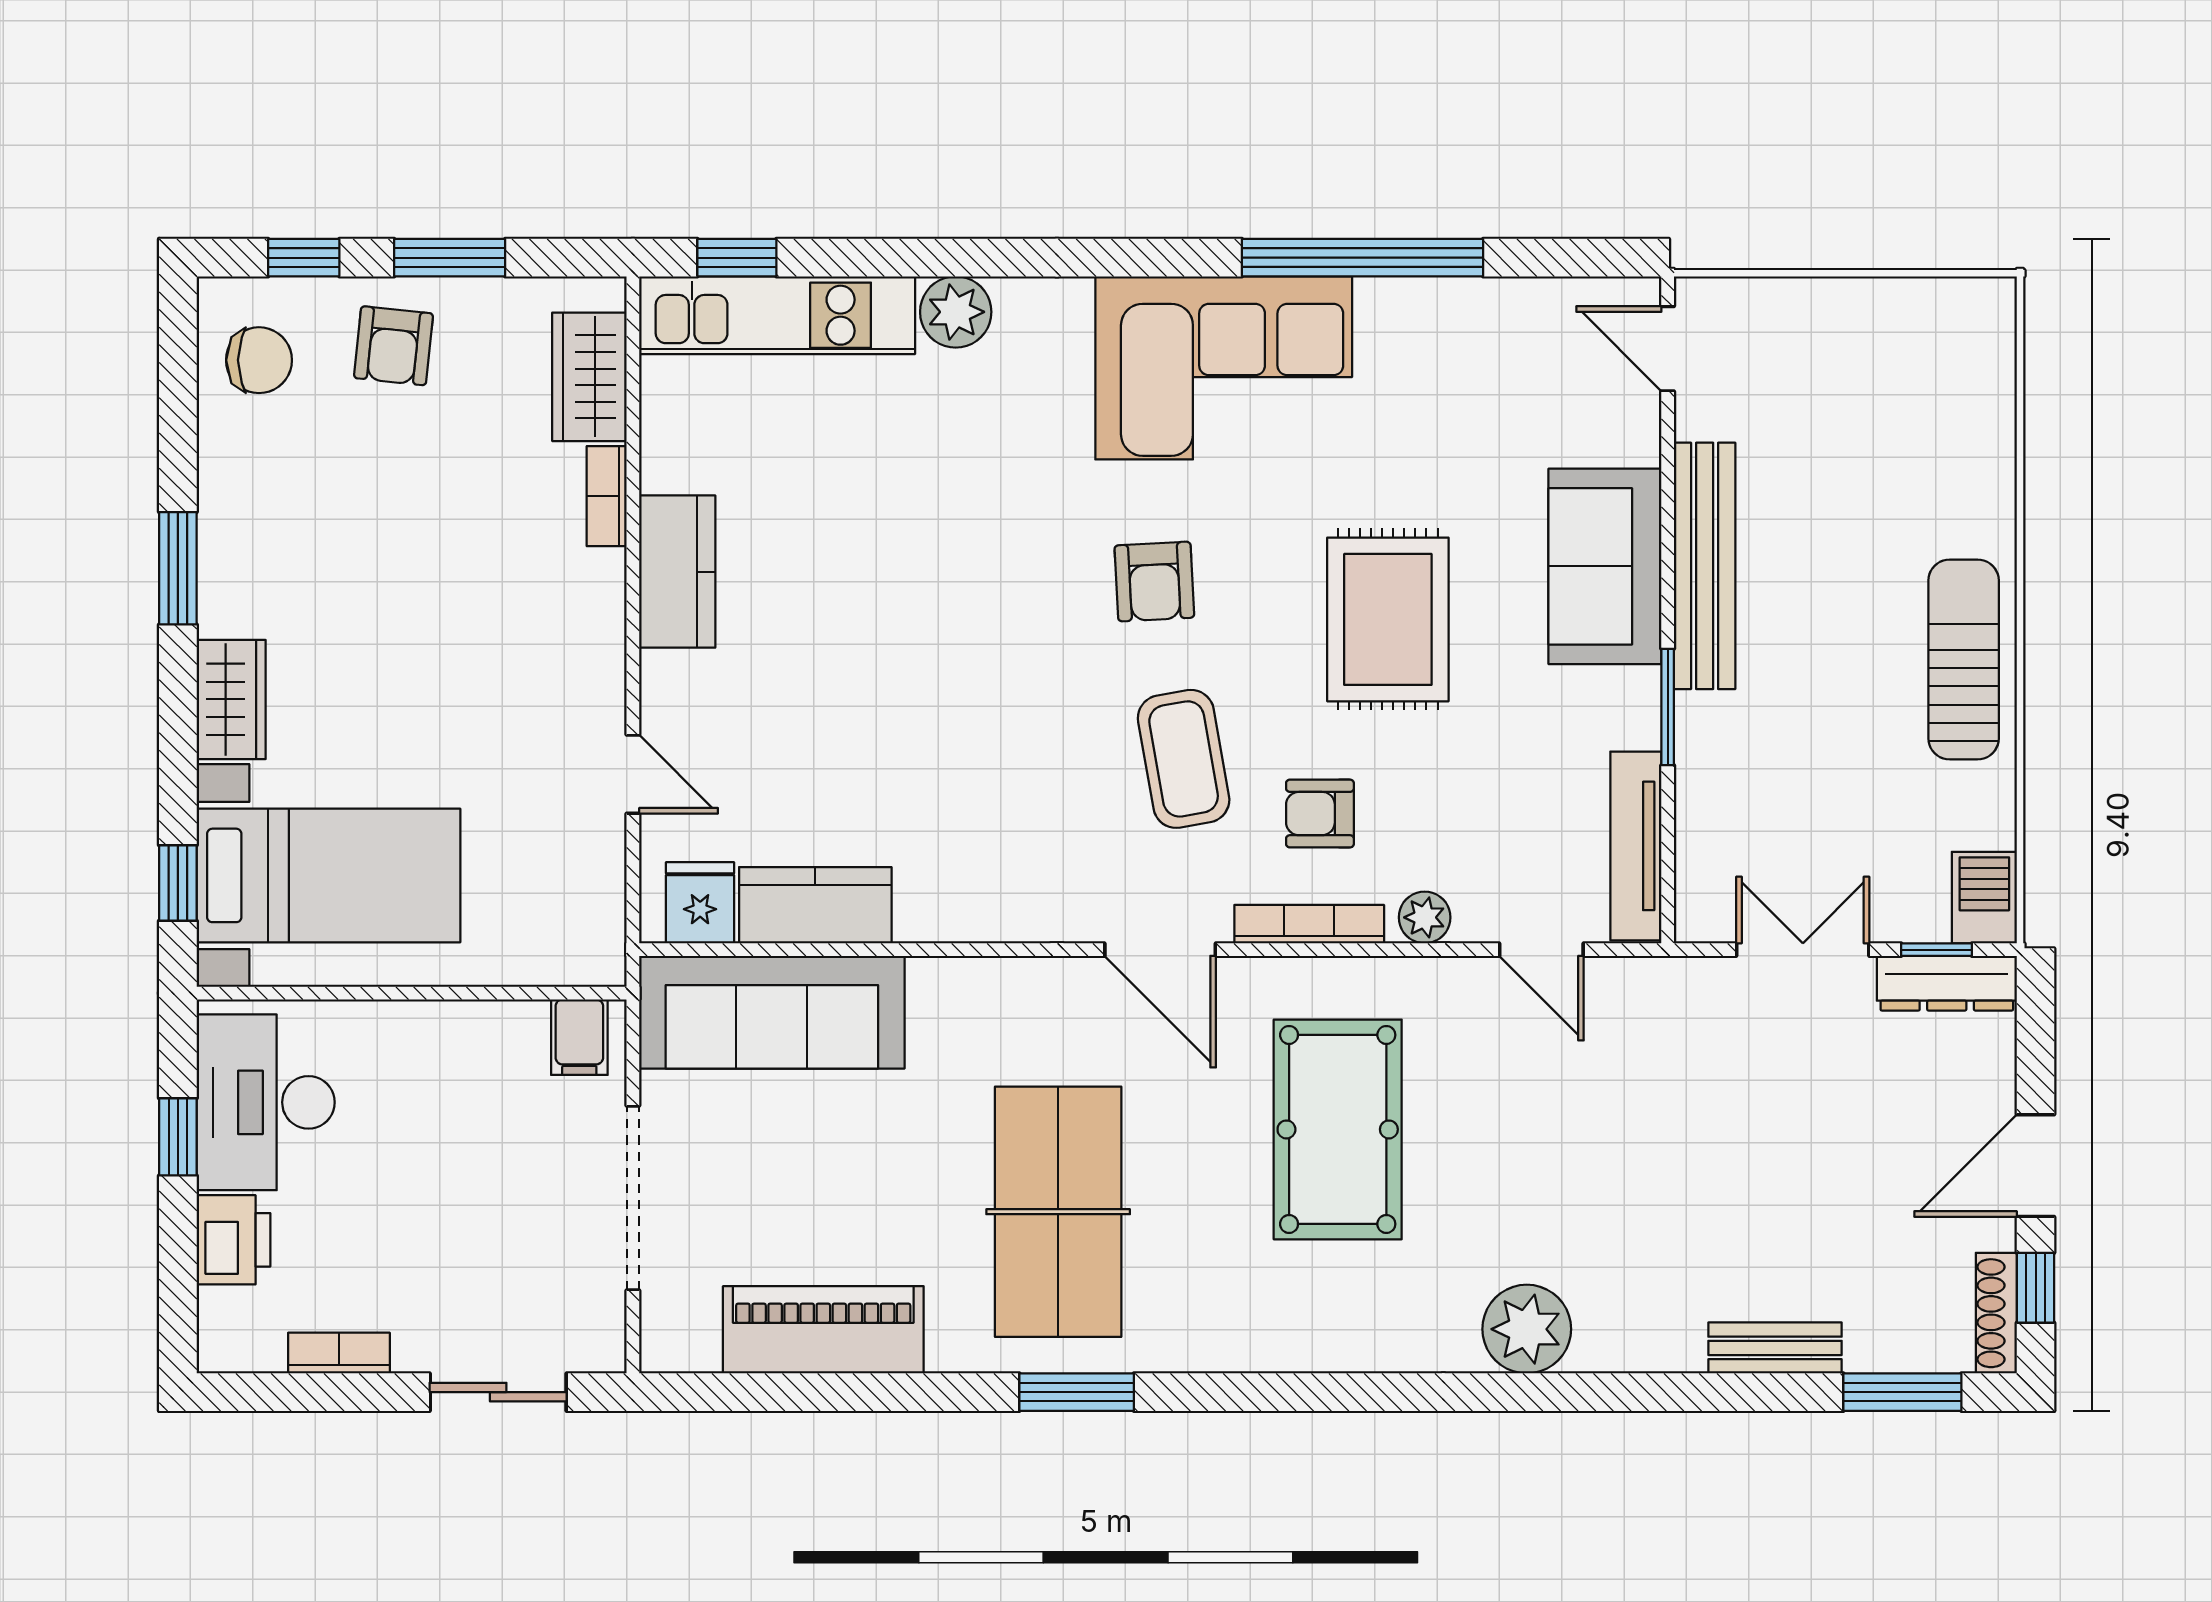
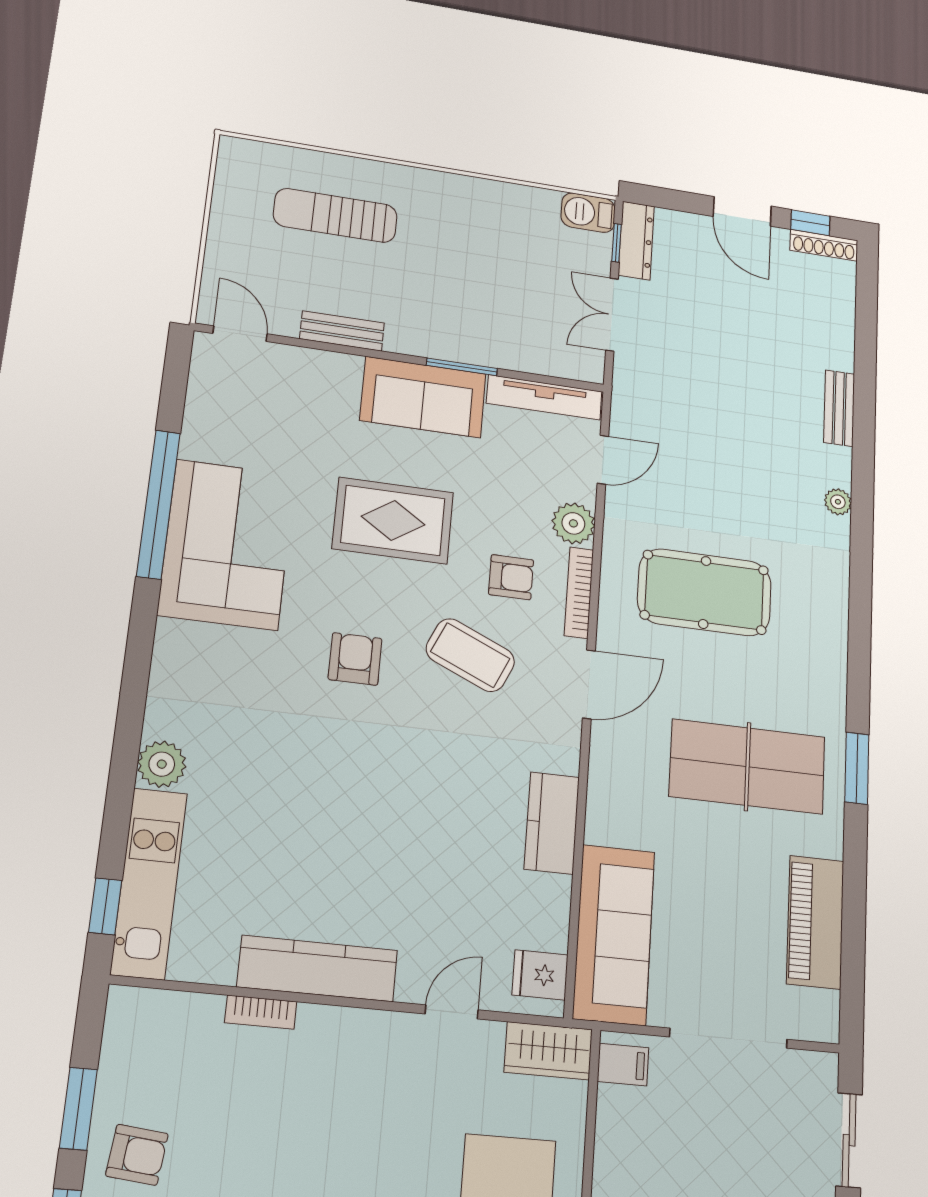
door: (1668, 349) -> (240, 334), swing flipped
corner sofa: (1224, 368) -> (227, 544), moved
wardrobe: (589, 377) -> (548, 1051), moved
sofa: (1605, 566) -> (423, 397), moved
bench: (1705, 566) -> (342, 331), width x0.54, depth x0.82
kitchen counter: (677, 572) -> (318, 969), width x1.50
armchair: (1154, 582) -> (355, 659), turned -87
sun lounger: (1964, 659) -> (335, 215), moved
coffee table: (1184, 759) -> (470, 655), turned 34
armchair: (1320, 814) -> (511, 577), turned -90
kitchen counter: (815, 905) -> (552, 823), moved
plant: (1425, 917) -> (573, 523), width x1.38, depth x1.38
plant: (1527, 1329) -> (838, 502), width x0.53, depth x0.53
bench: (1775, 1348) -> (839, 408), moved
window: (1902, 1392) -> (867, 301), removed

